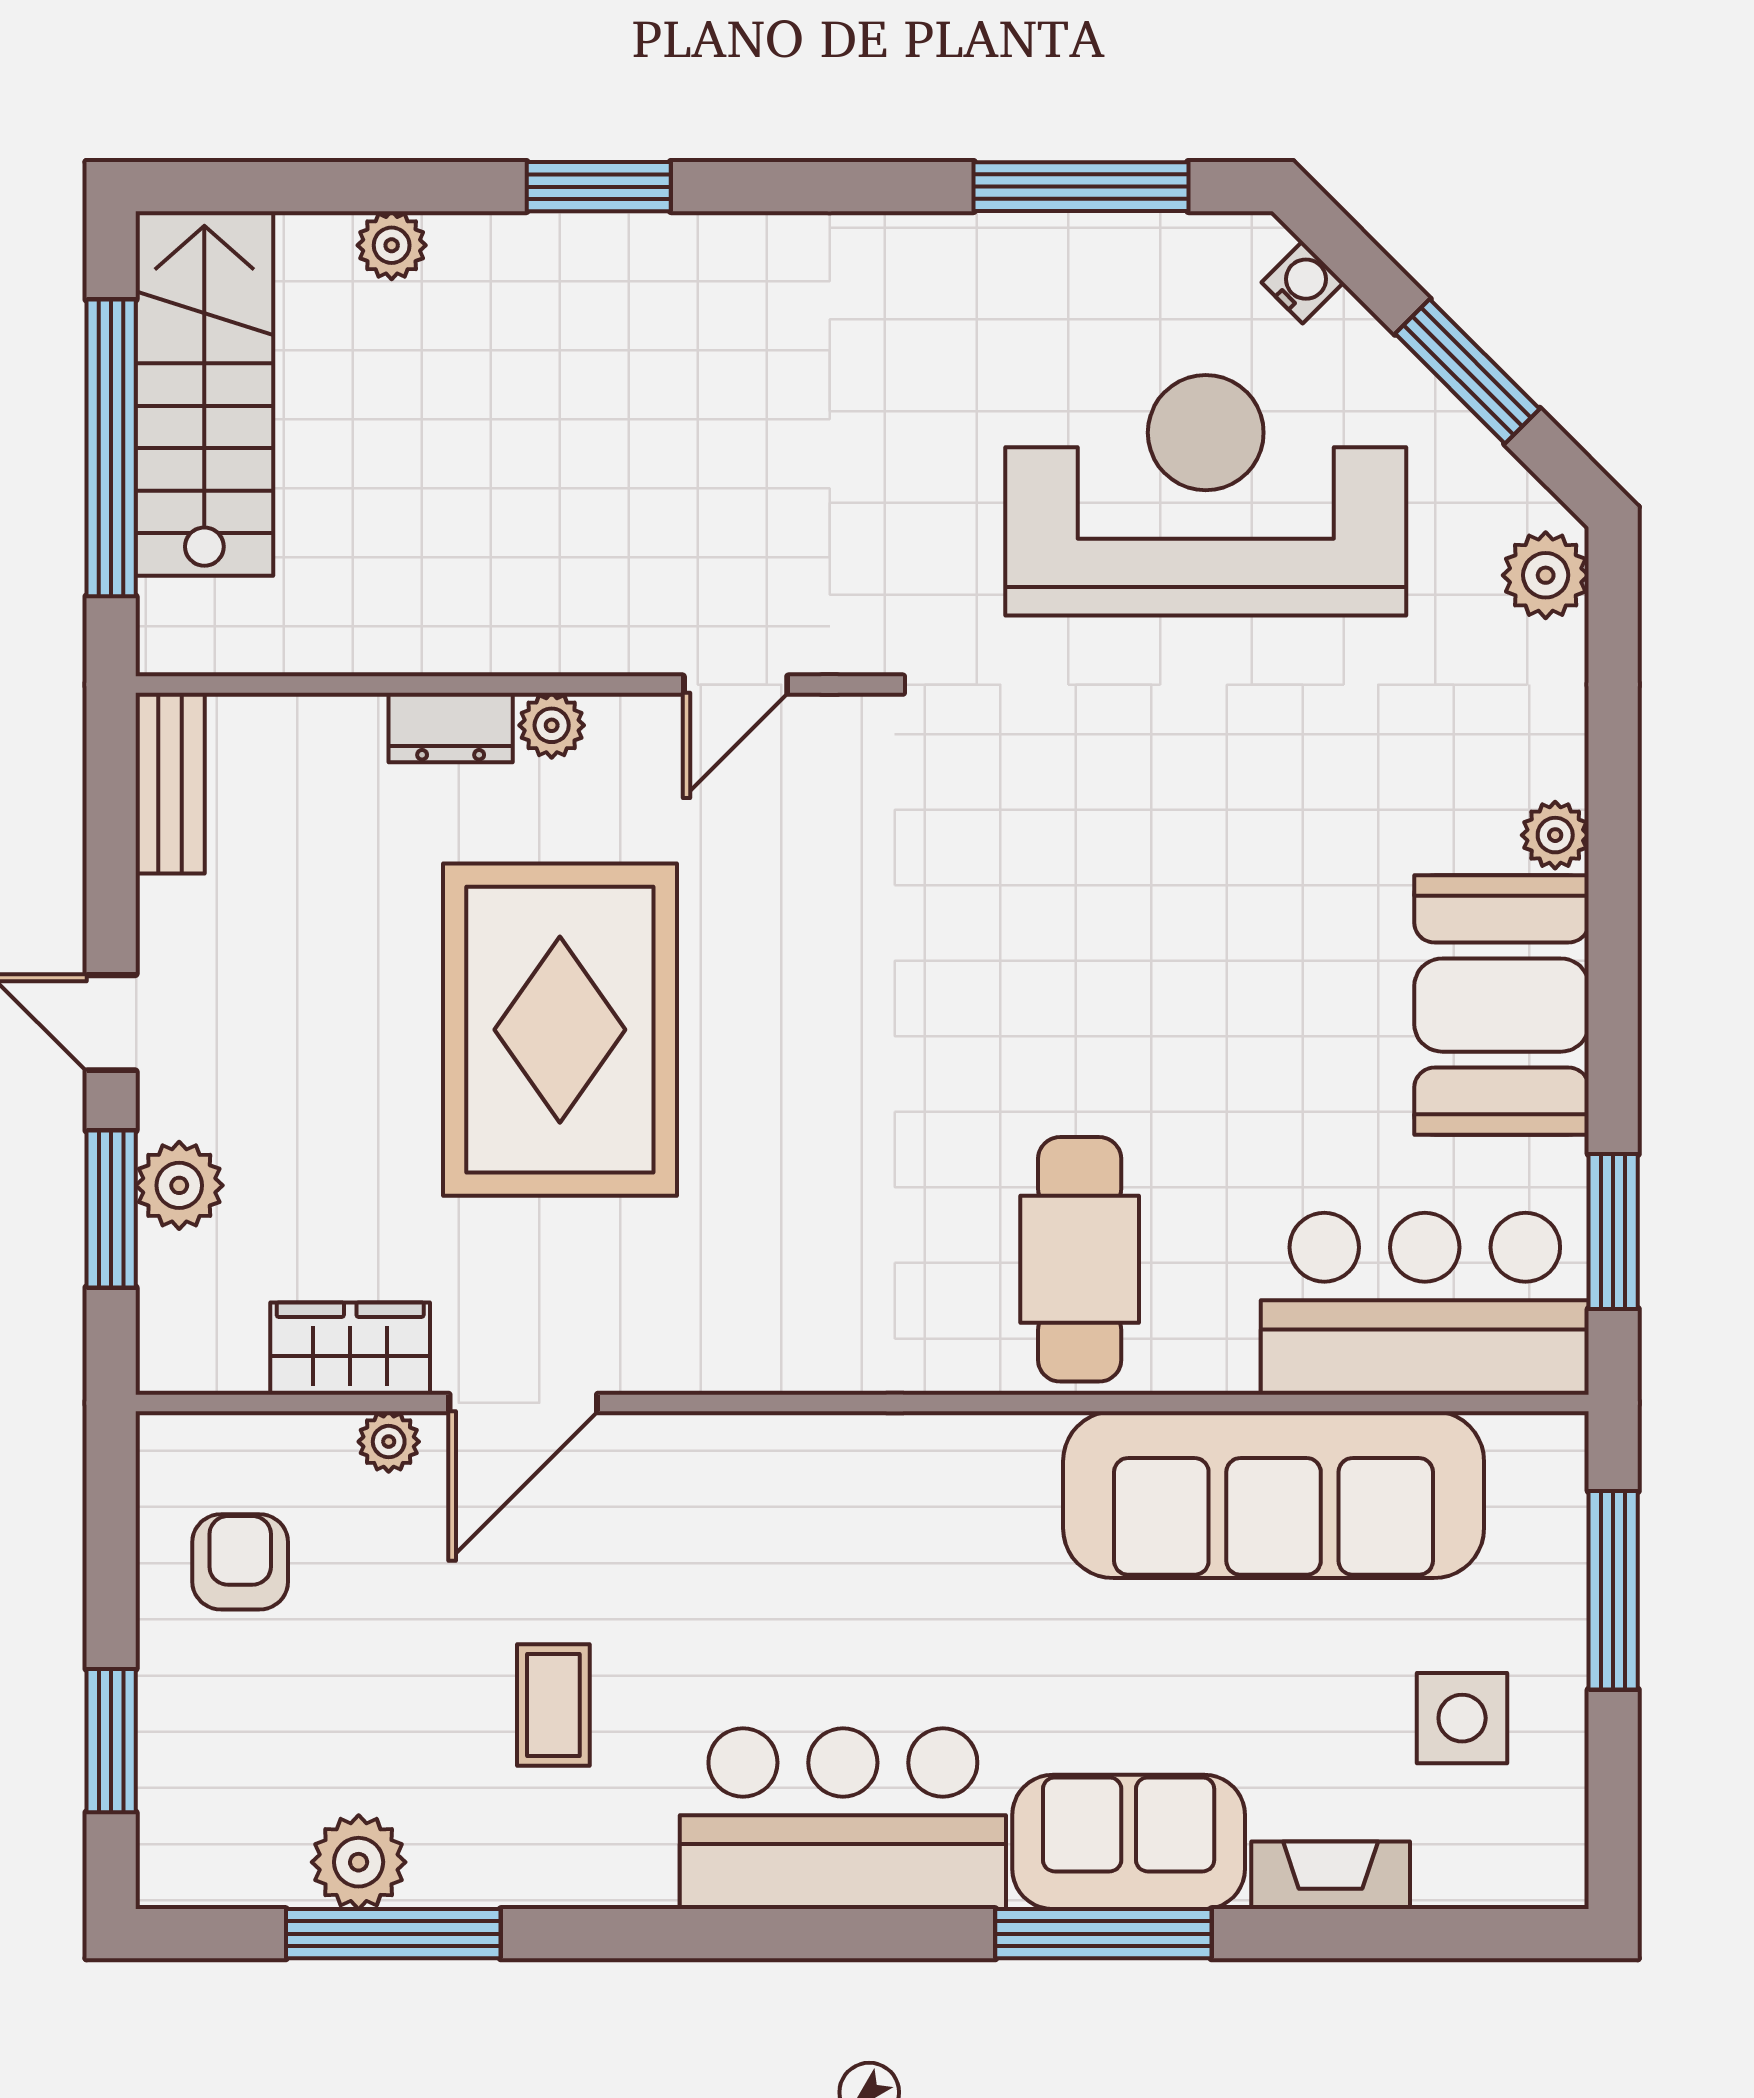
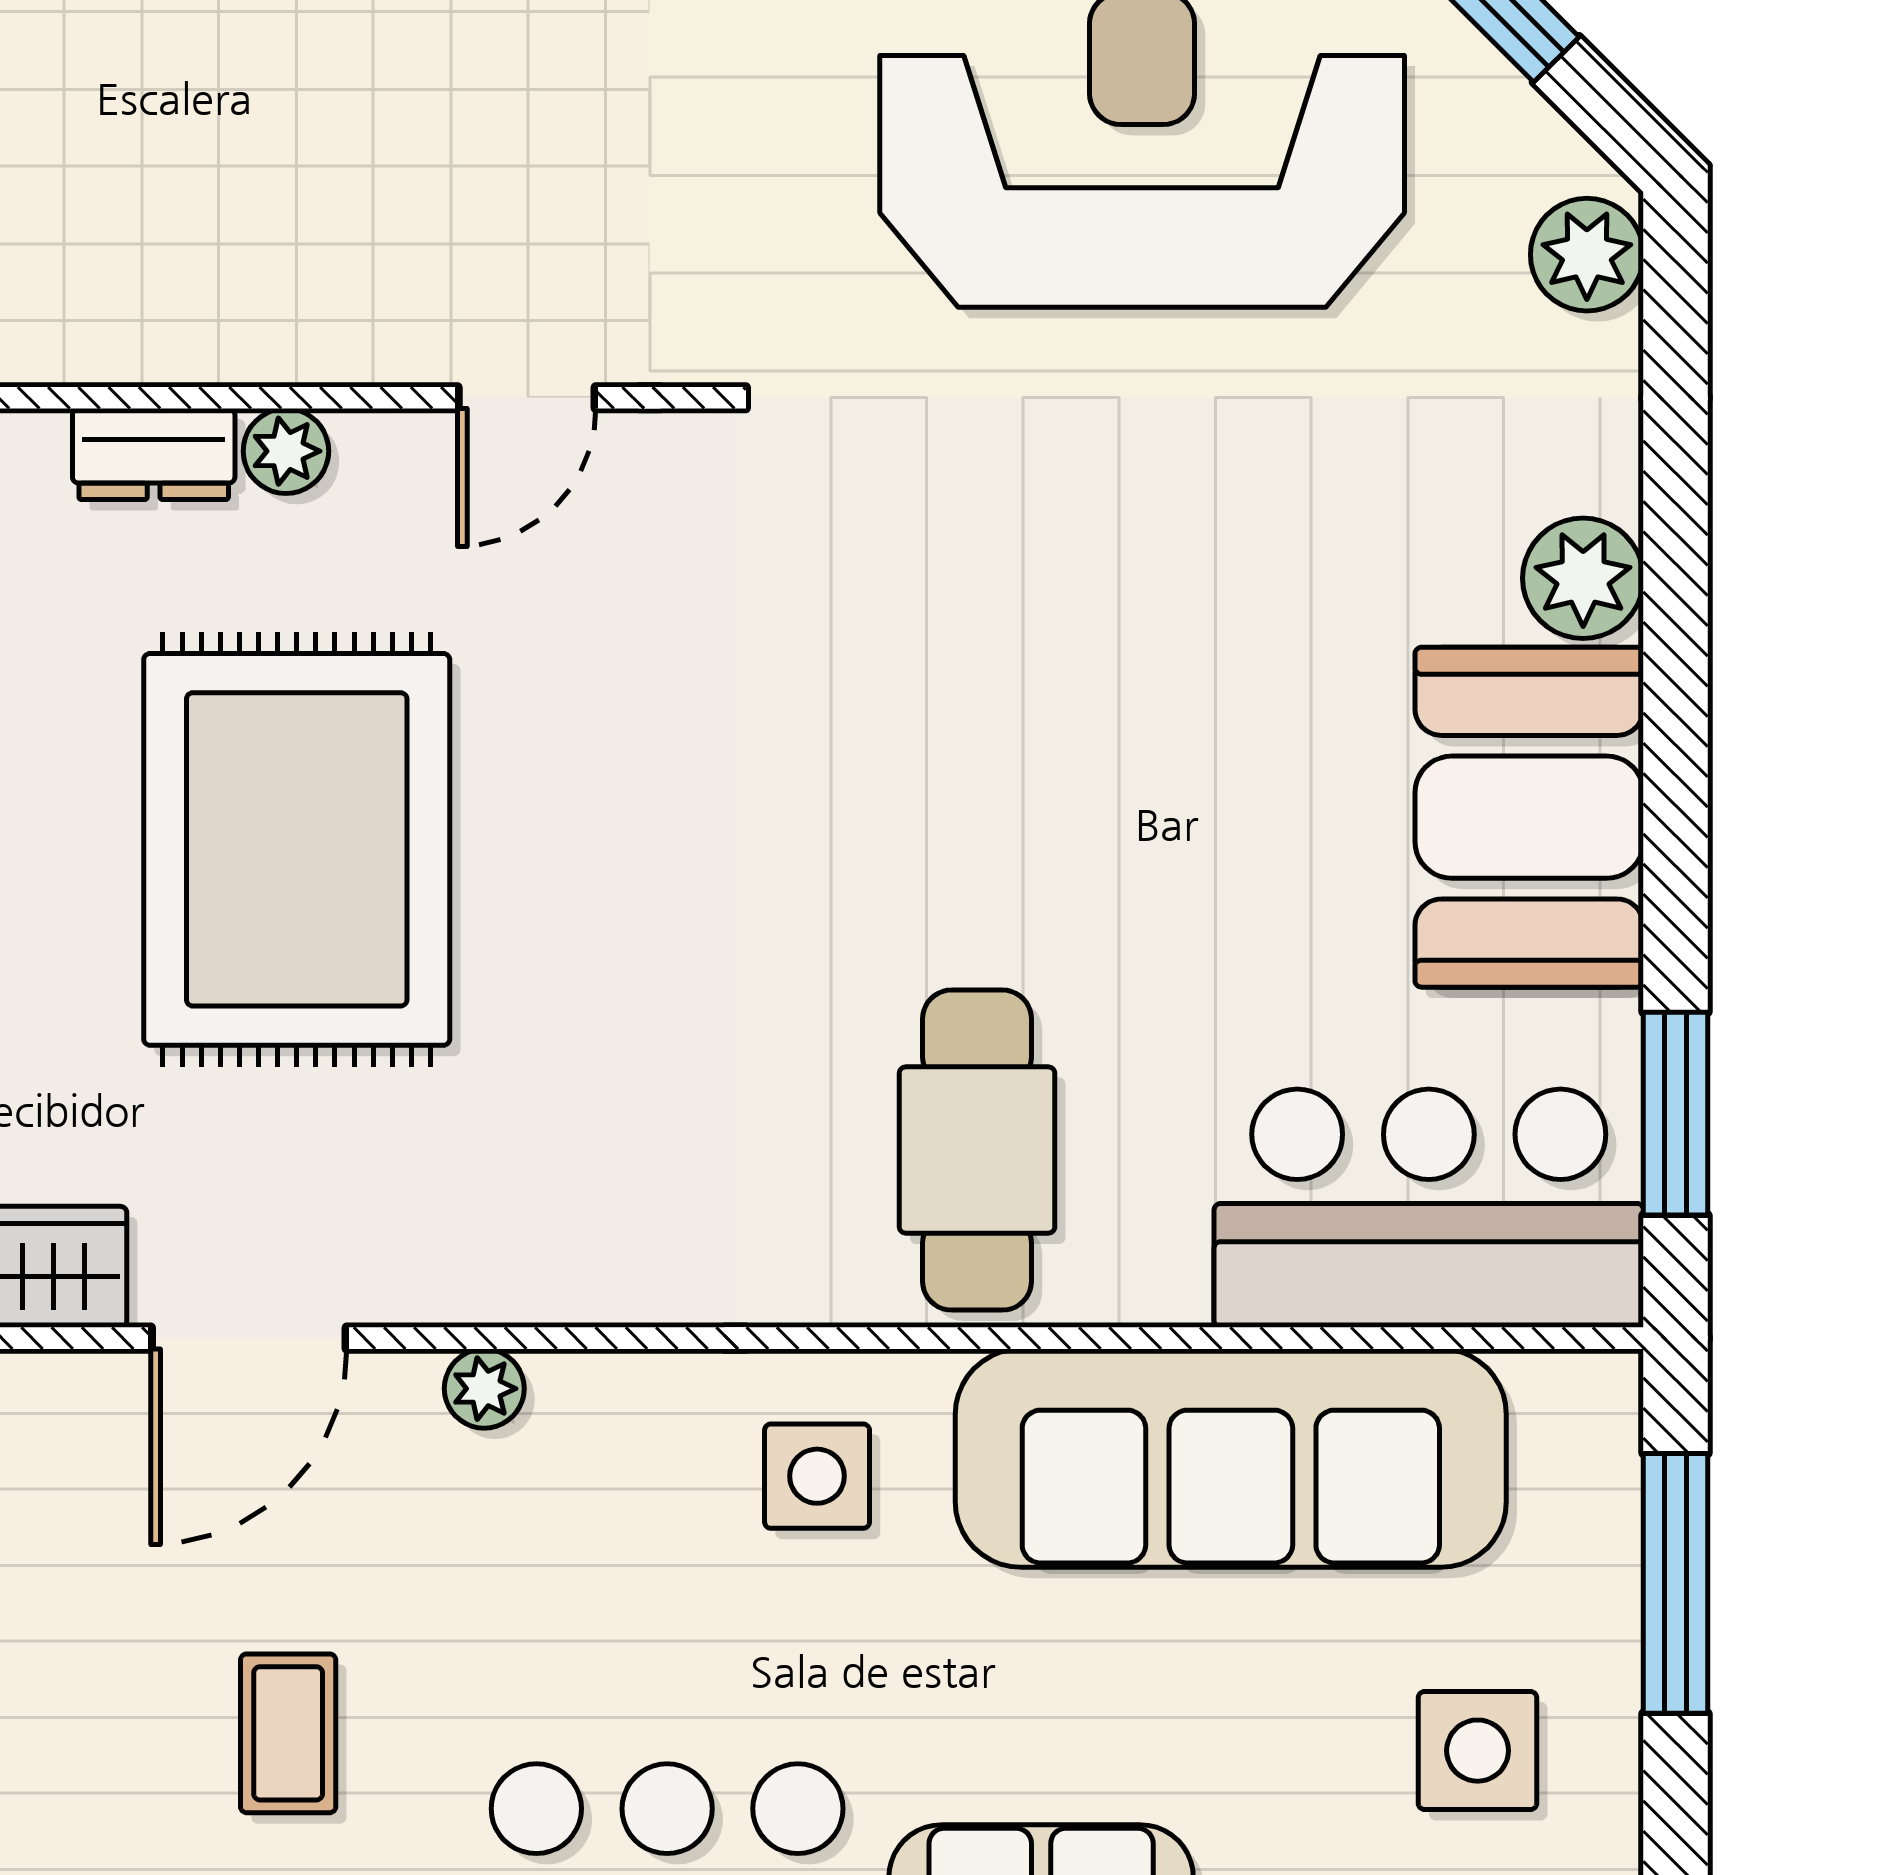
plant: (1555, 835) -> (1583, 578), width x1.38, depth x1.38
plant: (389, 1442) -> (484, 1389), moved
side table: (957, 1508) -> (817, 1476), added

